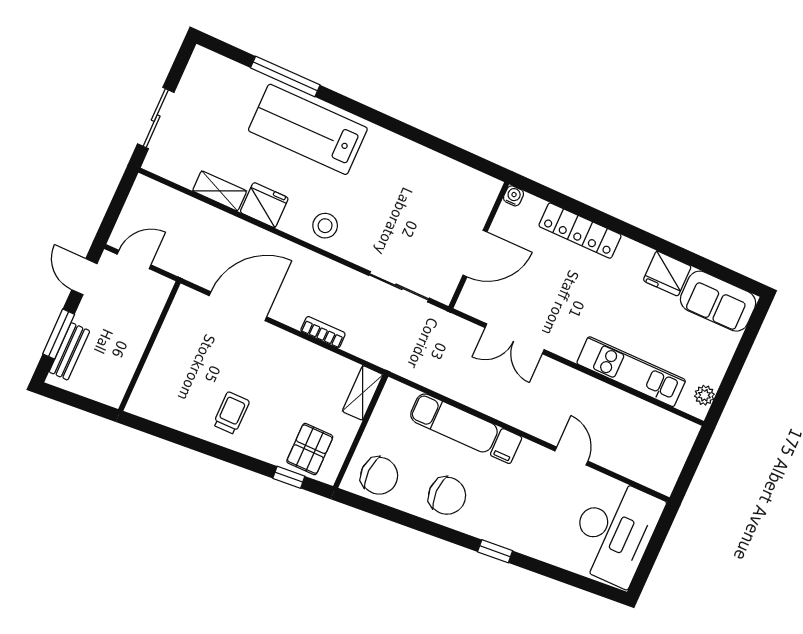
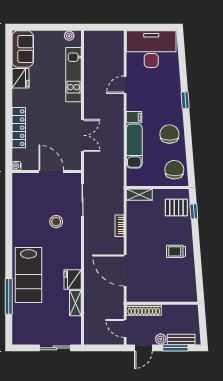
stool: (325, 226) -> (56, 222), moved
shoe rack: (152, 308) -> (144, 310), added
plant: (86, 315) -> (161, 339), added

